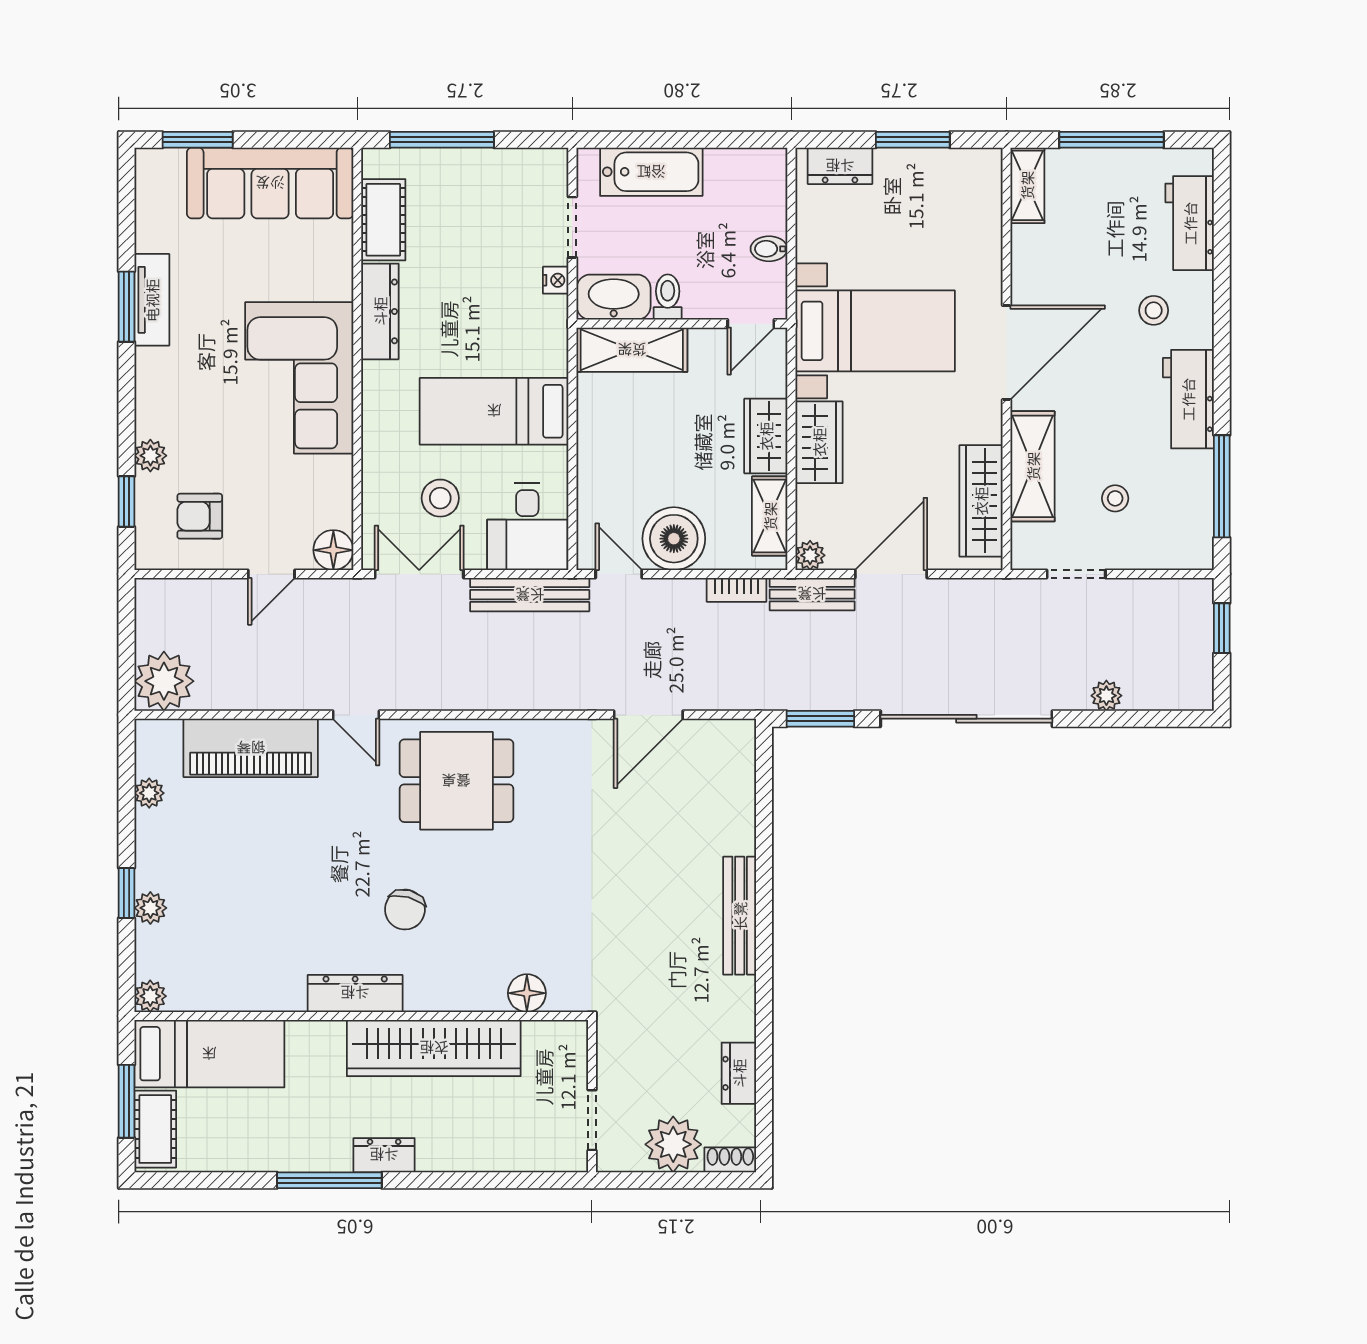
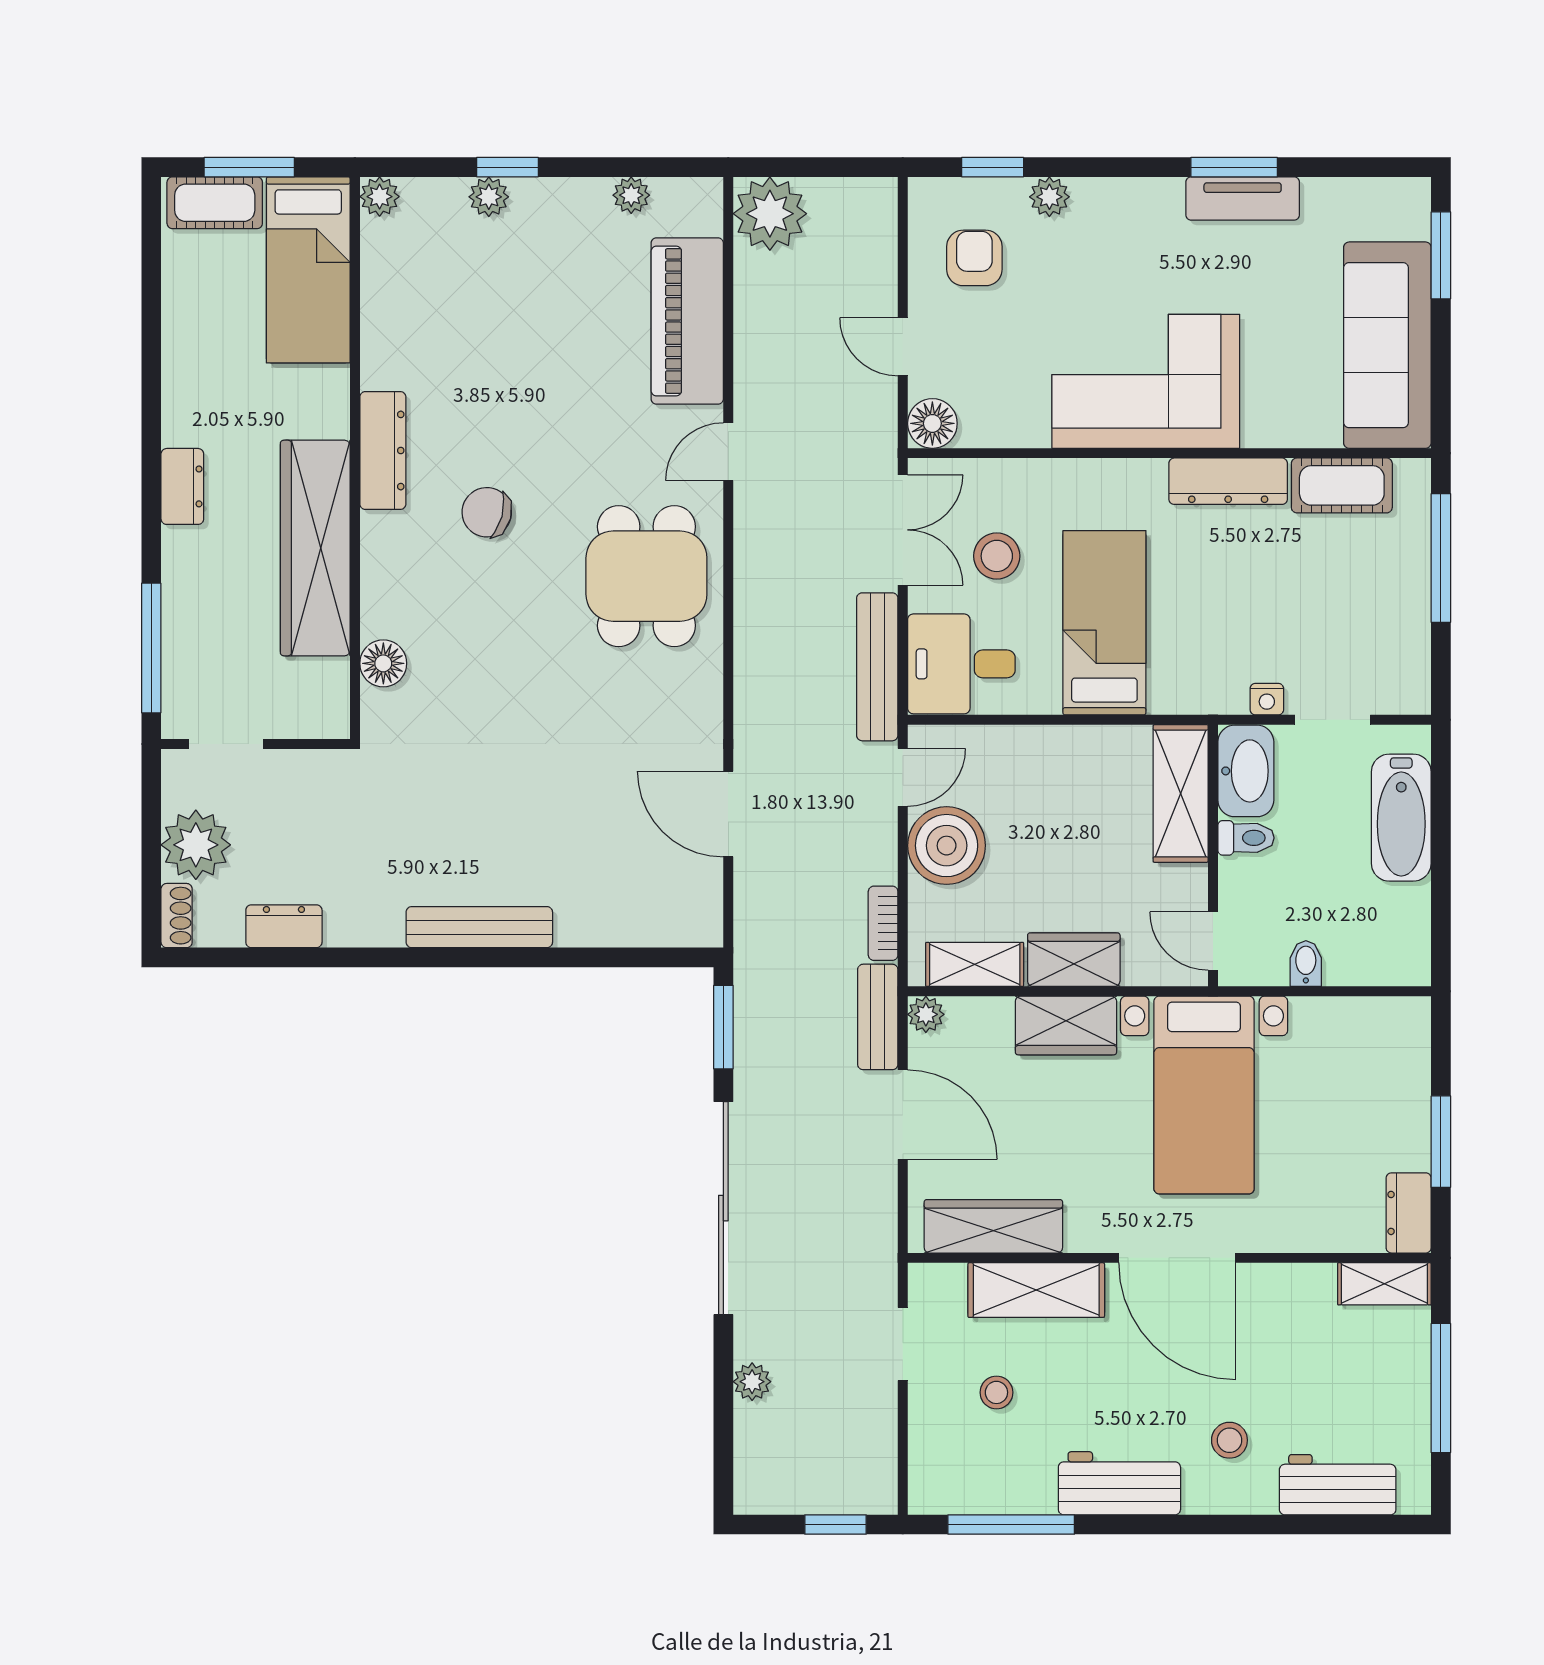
dresser: (840, 166) -> (1409, 1213), moved
window: (329, 1180) -> (151, 648), moved

